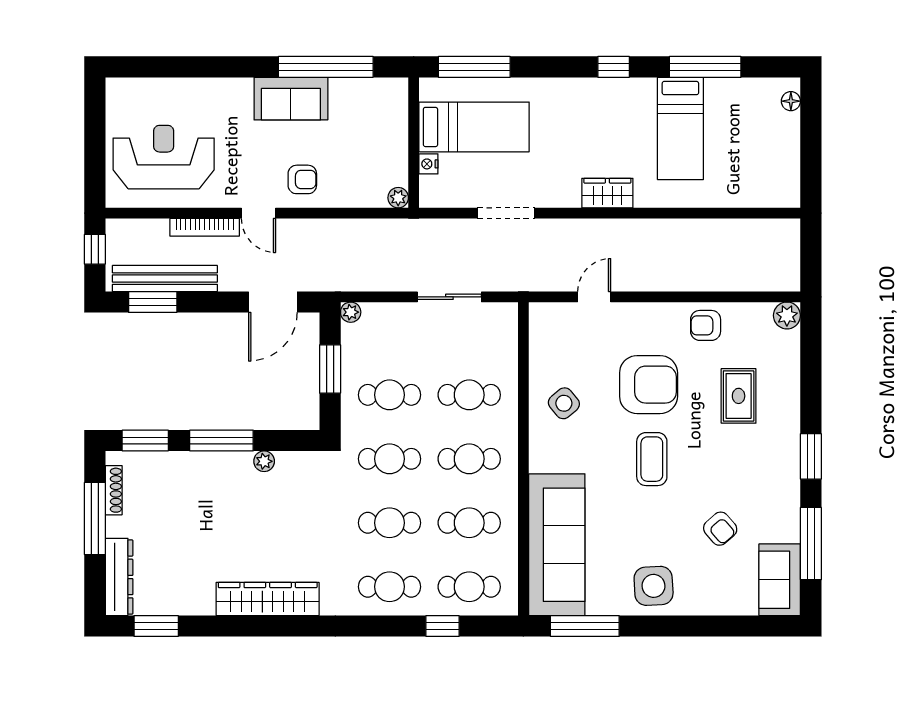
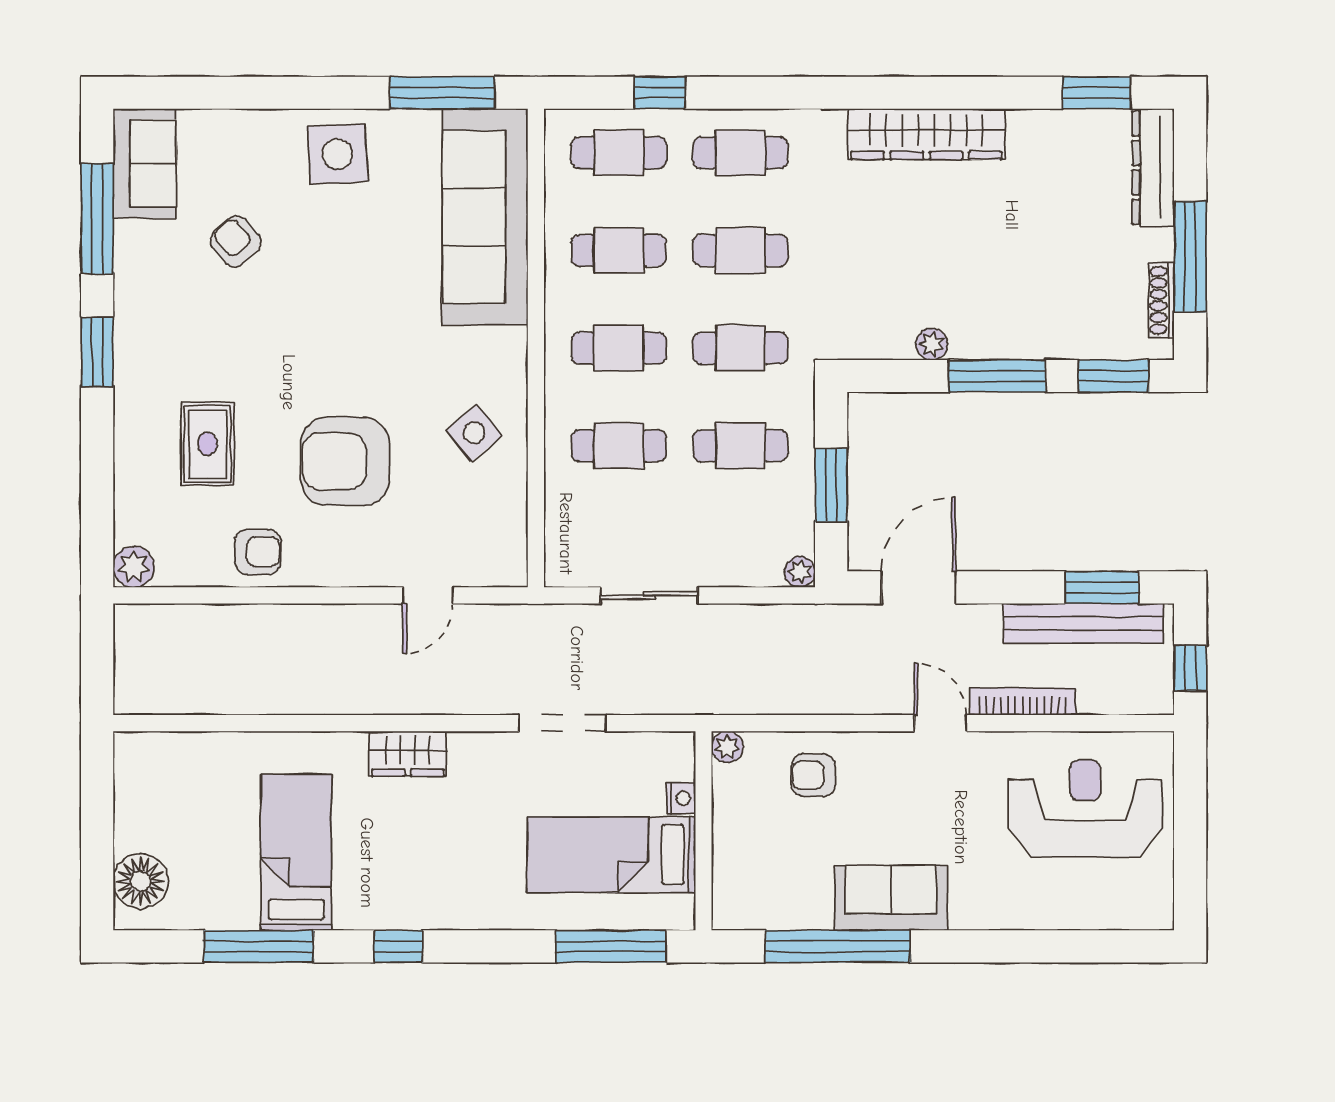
floor lamp: (791, 101) -> (141, 881), width x1.89, depth x1.89
reception desk: (164, 157) -> (1085, 809), turned 180
armchair: (302, 179) -> (813, 775), moved
coffee table: (652, 459) -> (340, 348), removed

